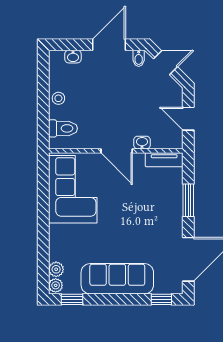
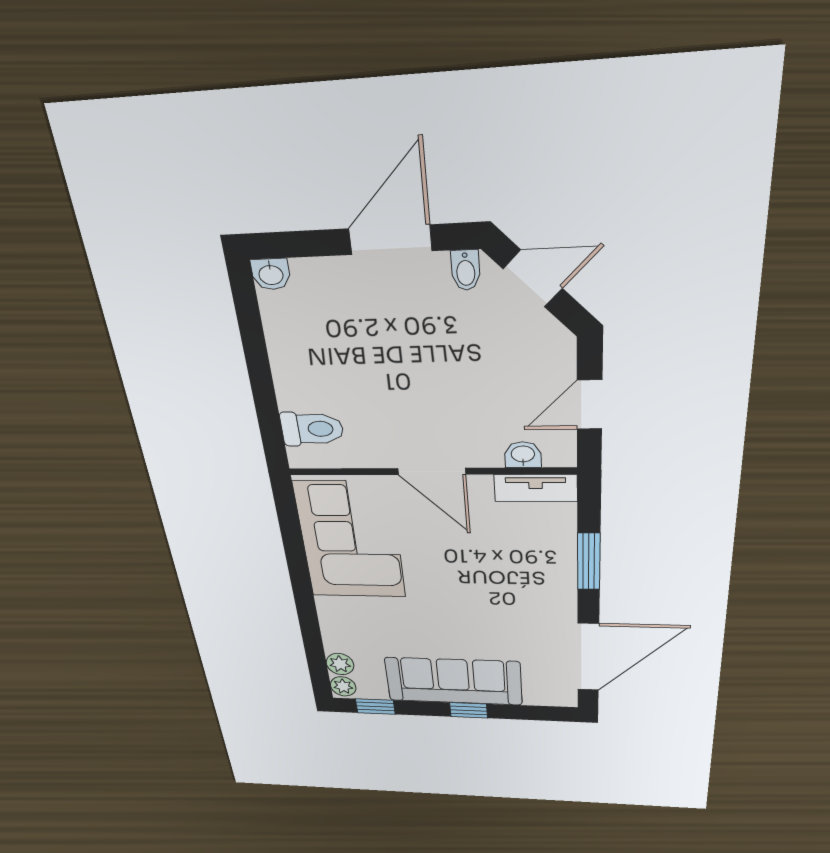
washbasin: (73, 57) -> (271, 274), moved
stool: (58, 98) -> (292, 368), removed
door: (188, 119) -> (590, 405), hinge flipped
washbasin: (142, 143) -> (523, 455), moved
window: (161, 299) -> (469, 710), moved

